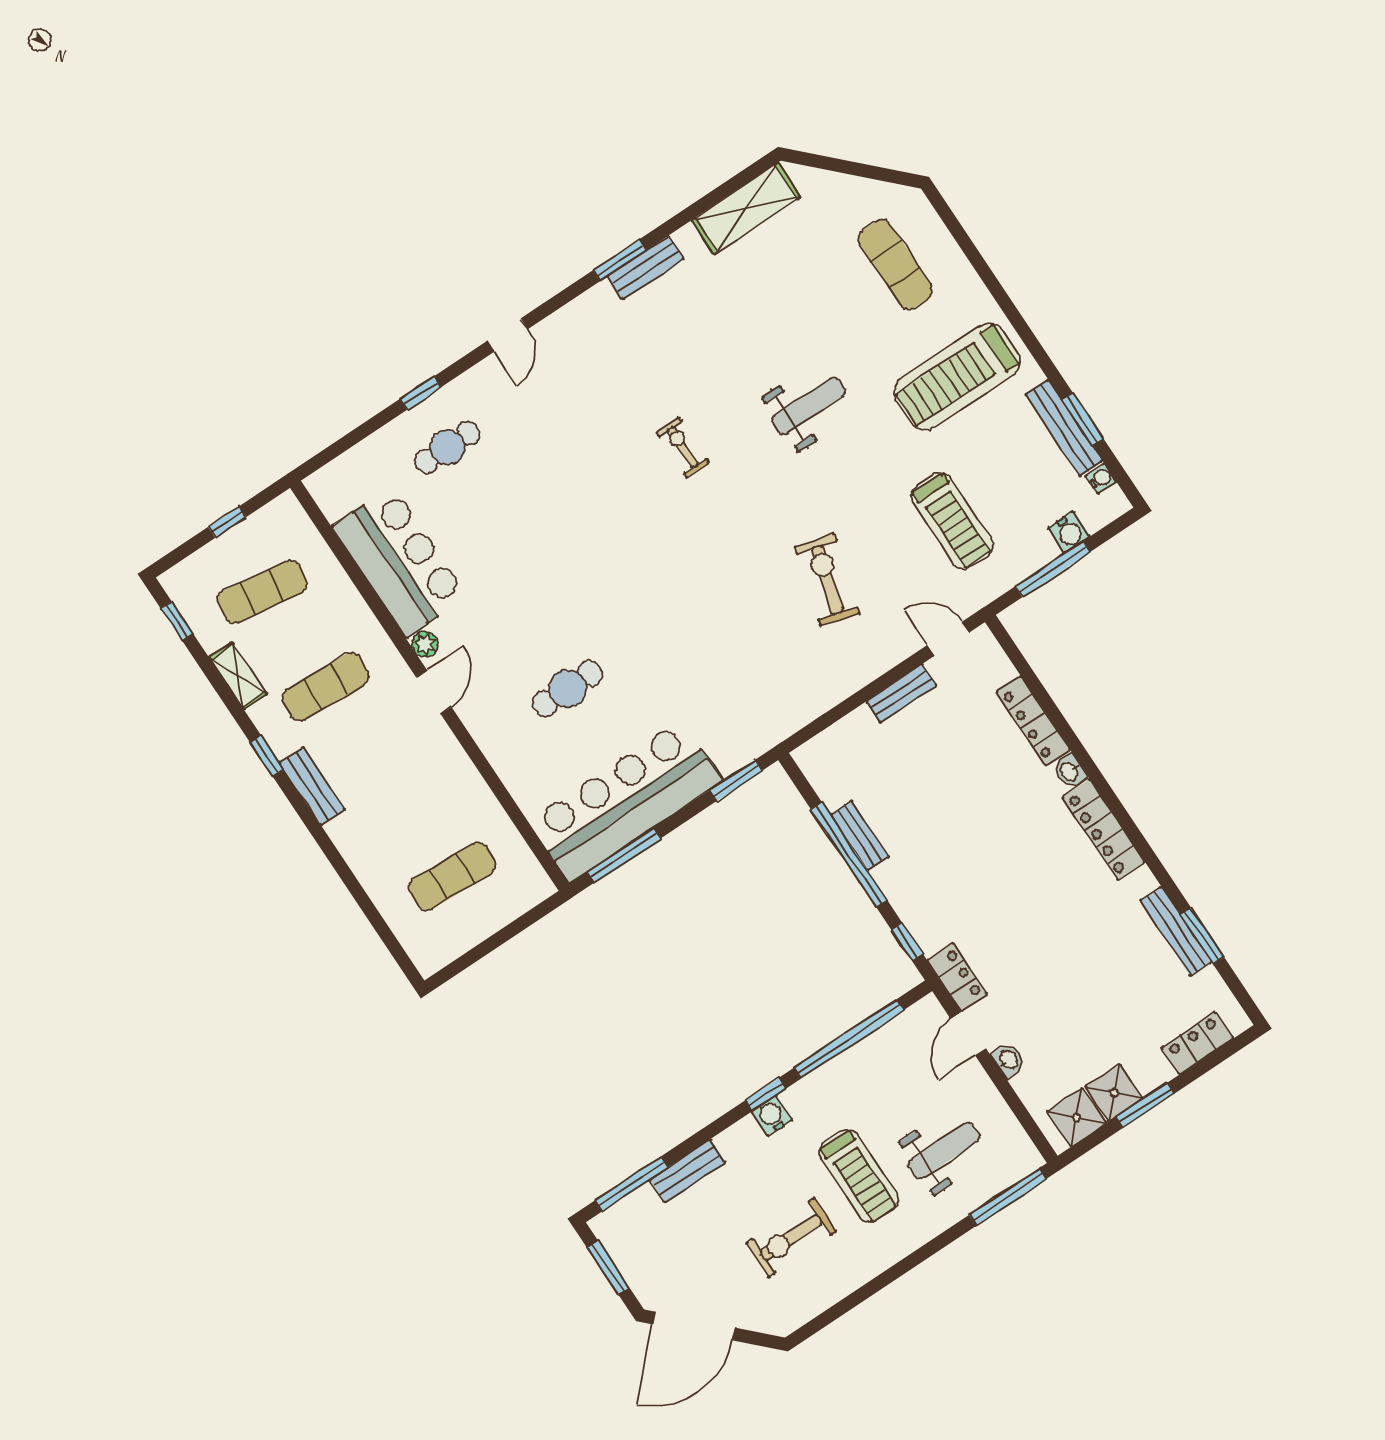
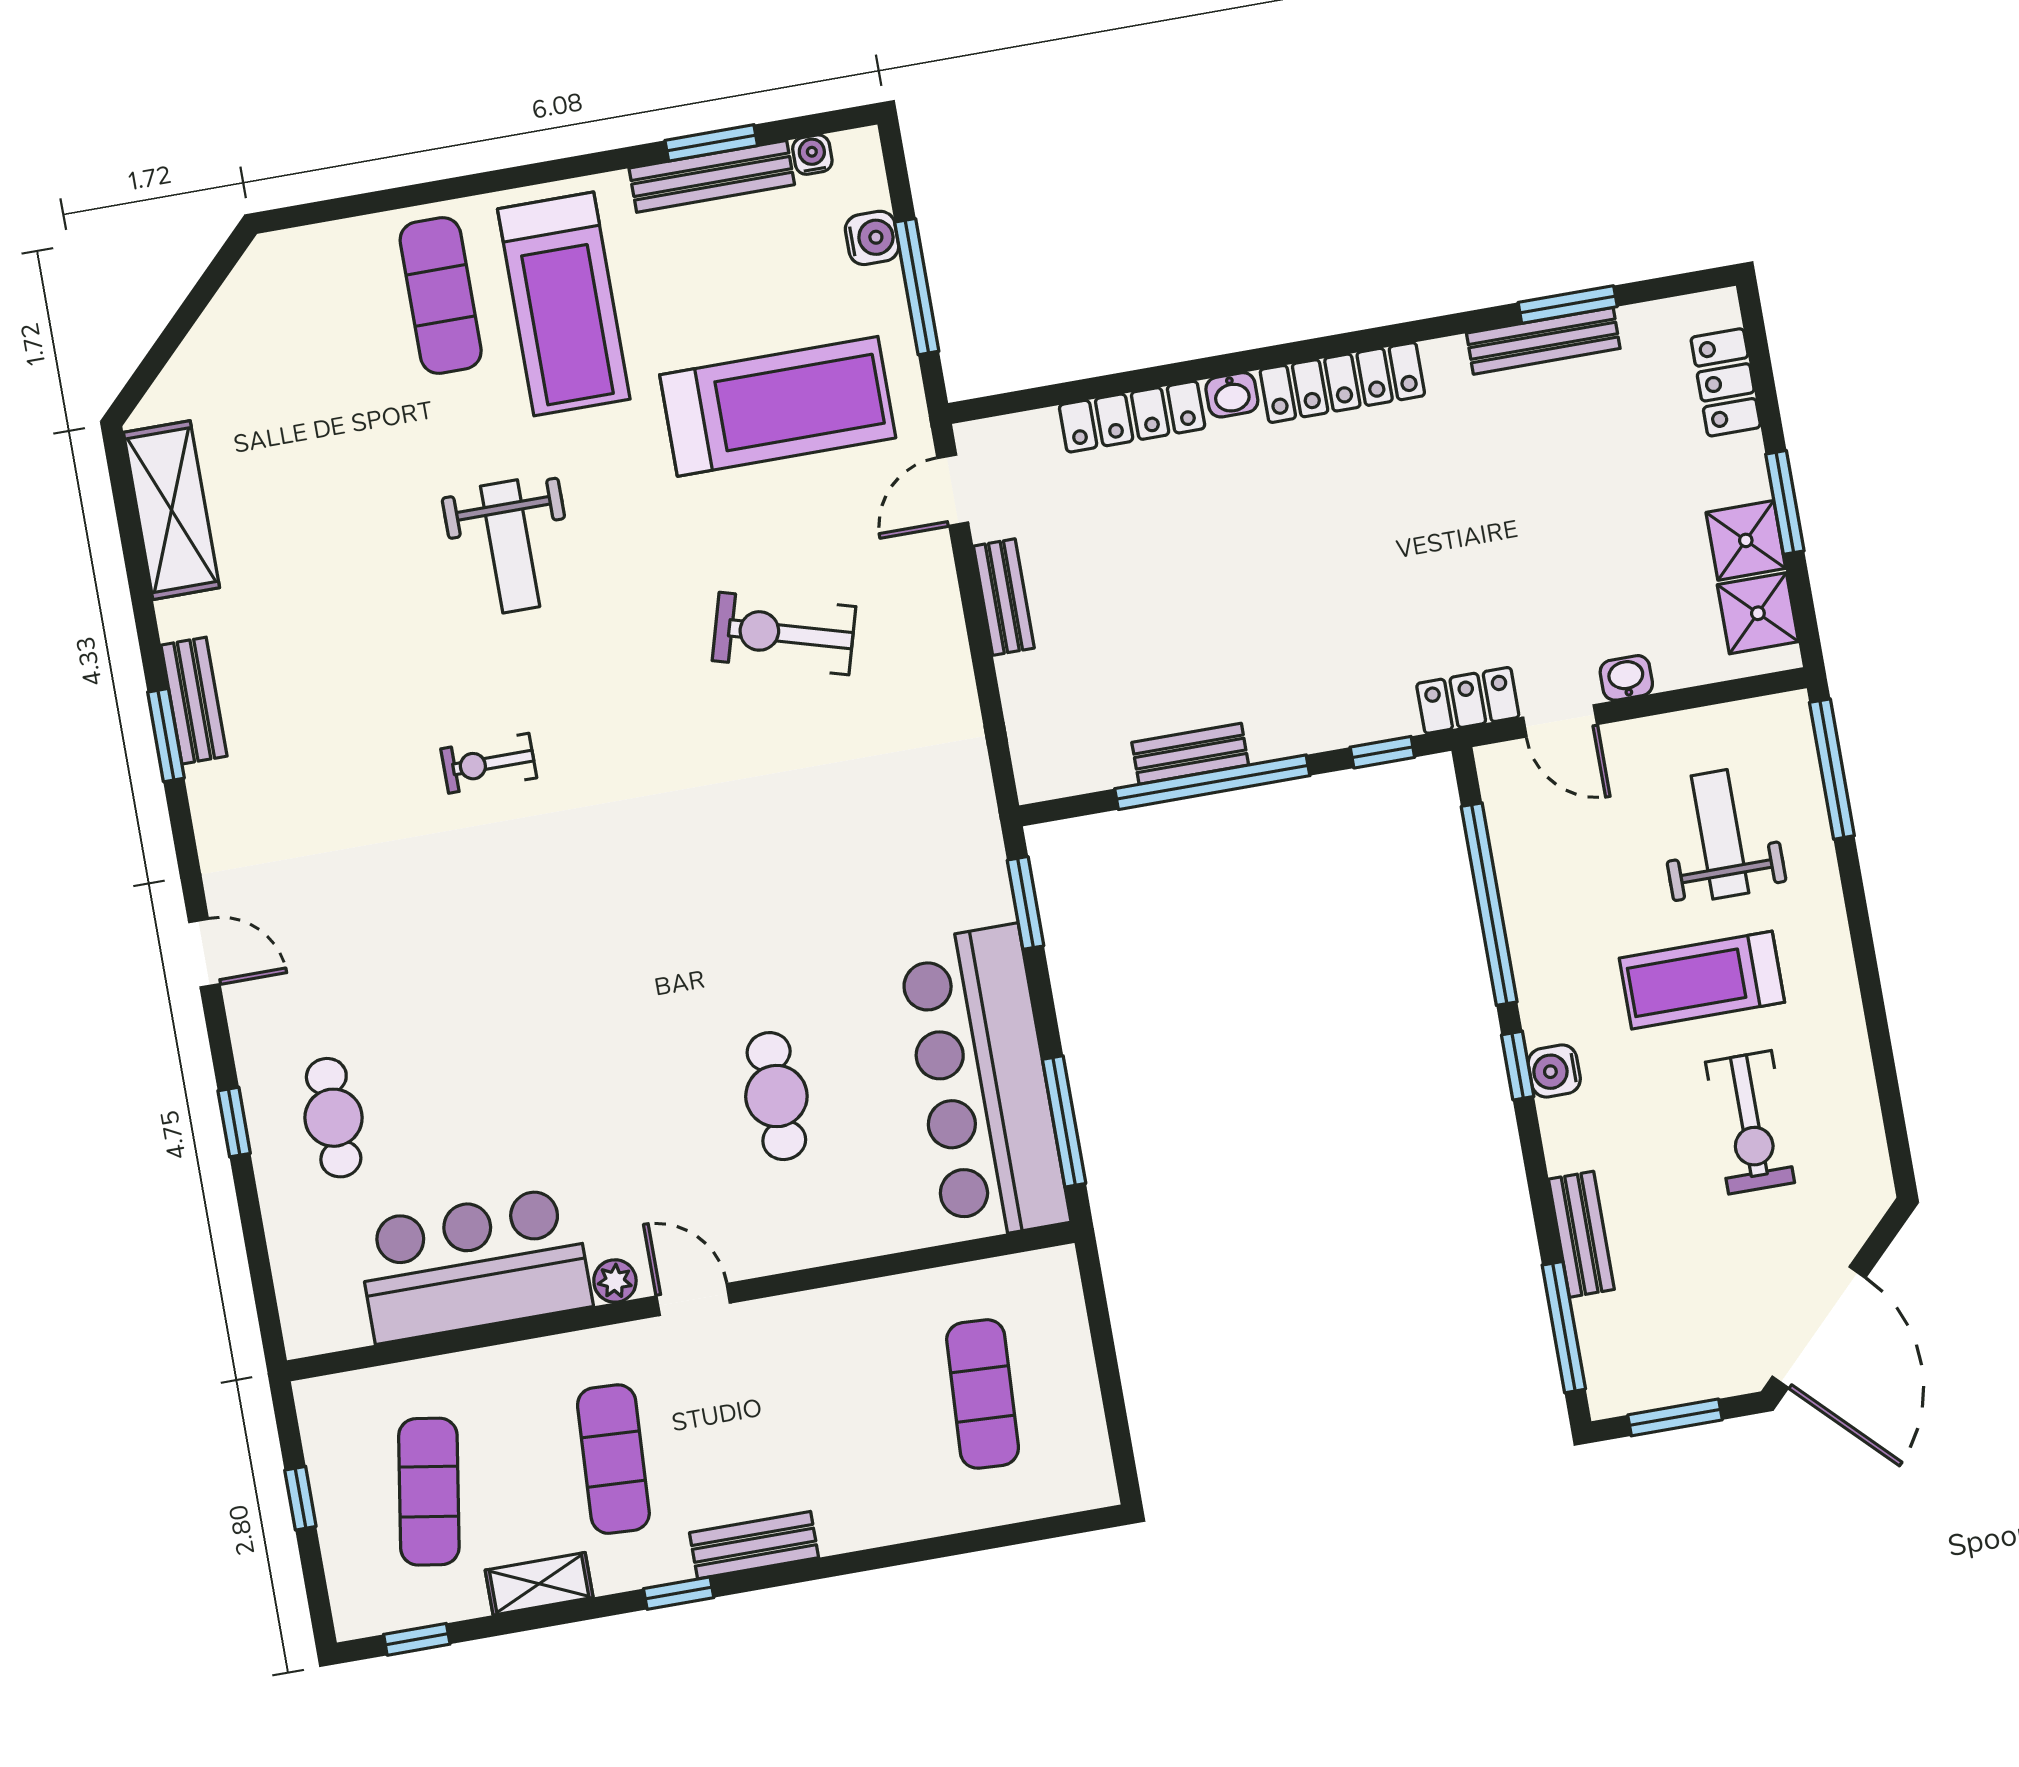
exercise mat: (895, 264) -> (441, 295), moved, turned 90
weight bench: (809, 406) -> (510, 546), turned 180
treadmill: (952, 521) -> (778, 406), width x1.37, depth x1.38
treadmill: (859, 1176) -> (1702, 980), turned 180

